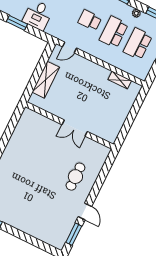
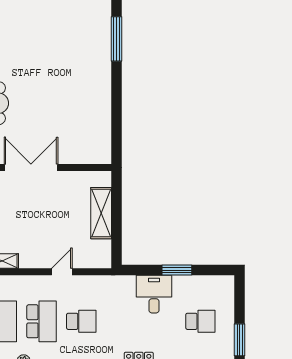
door: (70, 47) -> (62, 272), moved
double door: (75, 128) -> (31, 167), width x1.37

